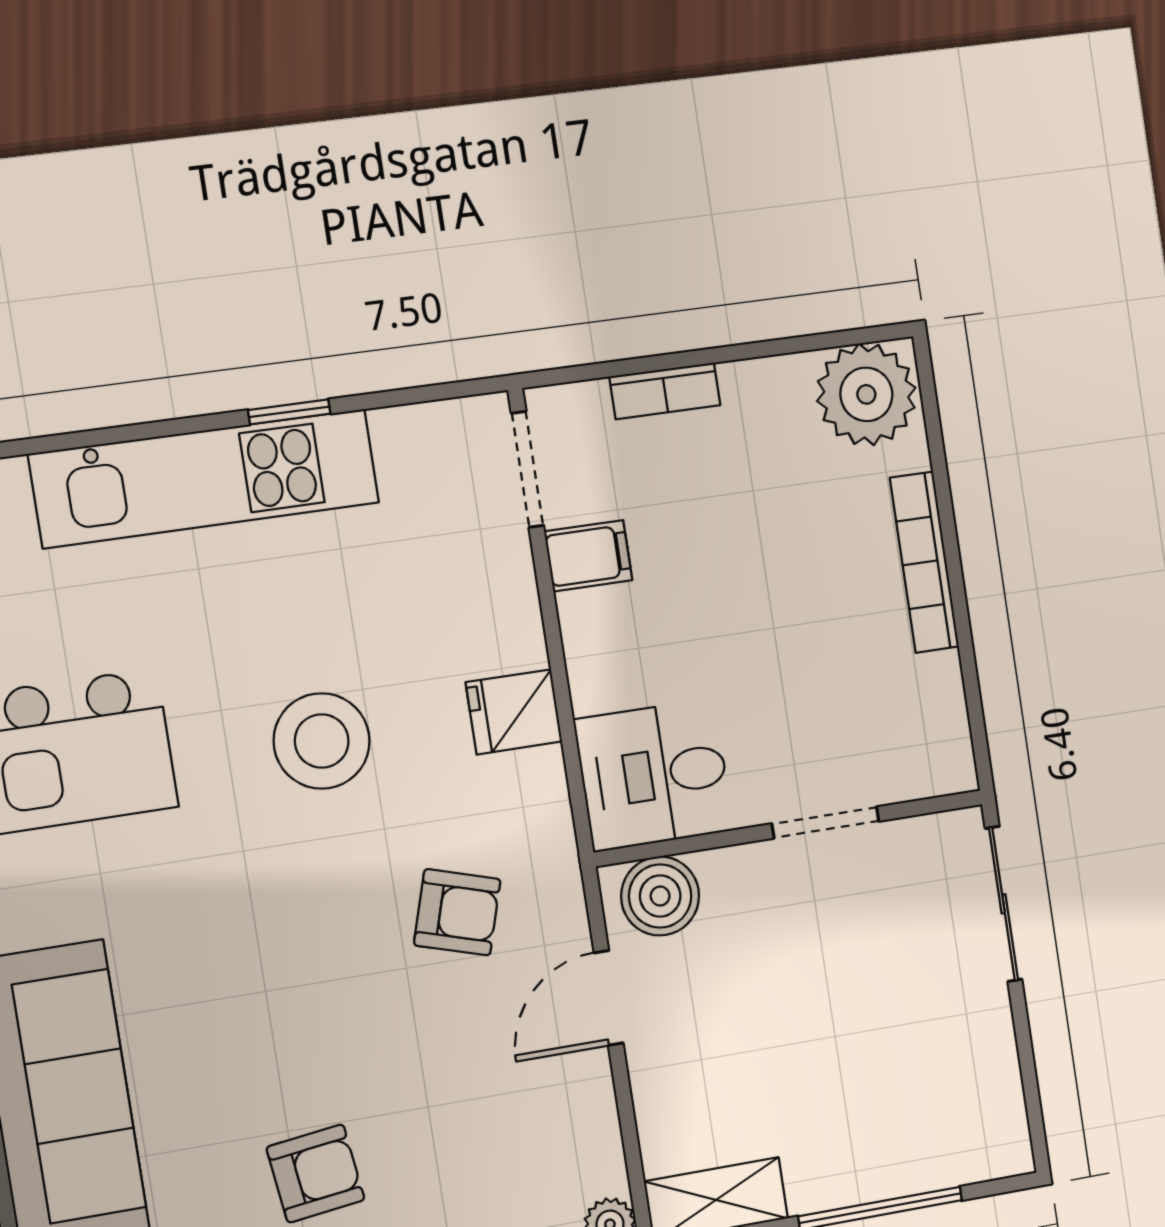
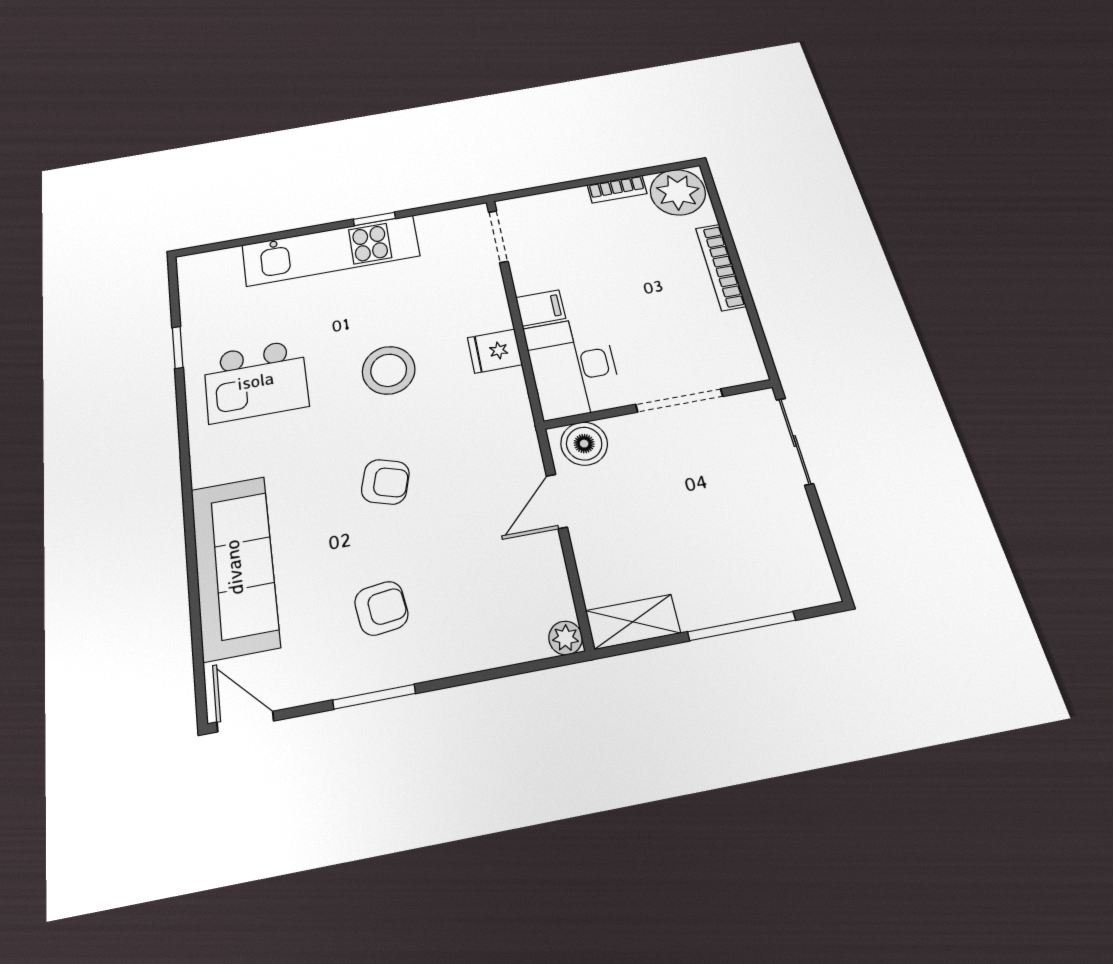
bookcase: (665, 391) -> (617, 189), moved
filing cabinet: (588, 556) -> (541, 308), moved
desk: (654, 775) -> (573, 367), width x1.37
doorway: (825, 822) -> (679, 400), width x1.38
armchair: (457, 912) -> (385, 482), moved

